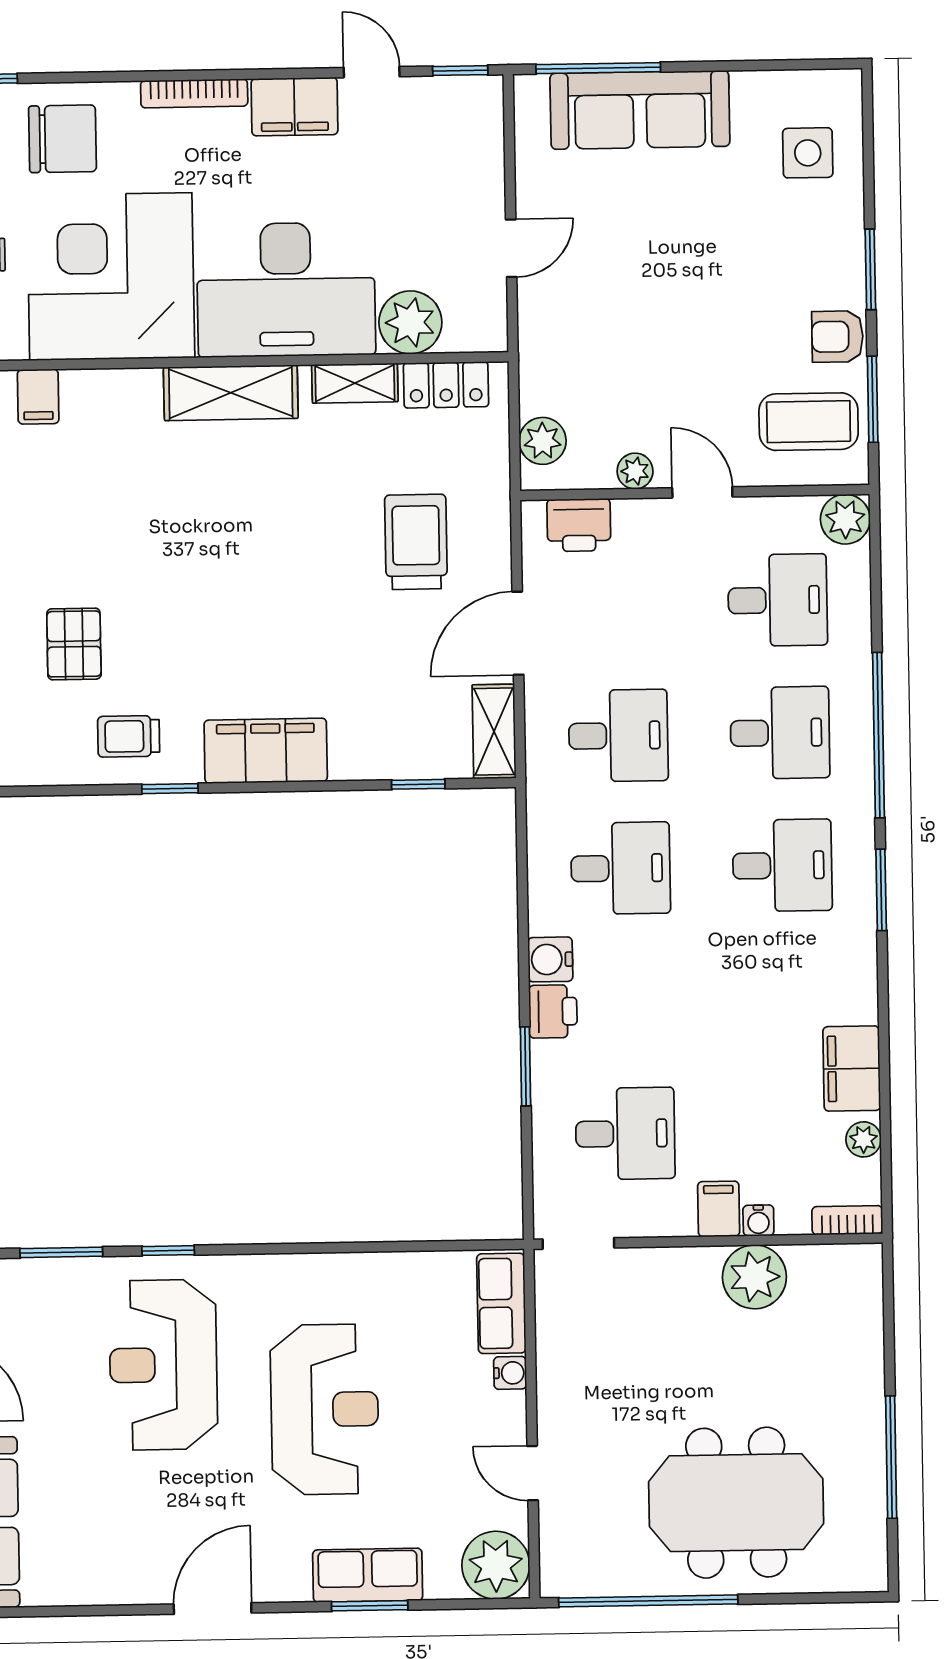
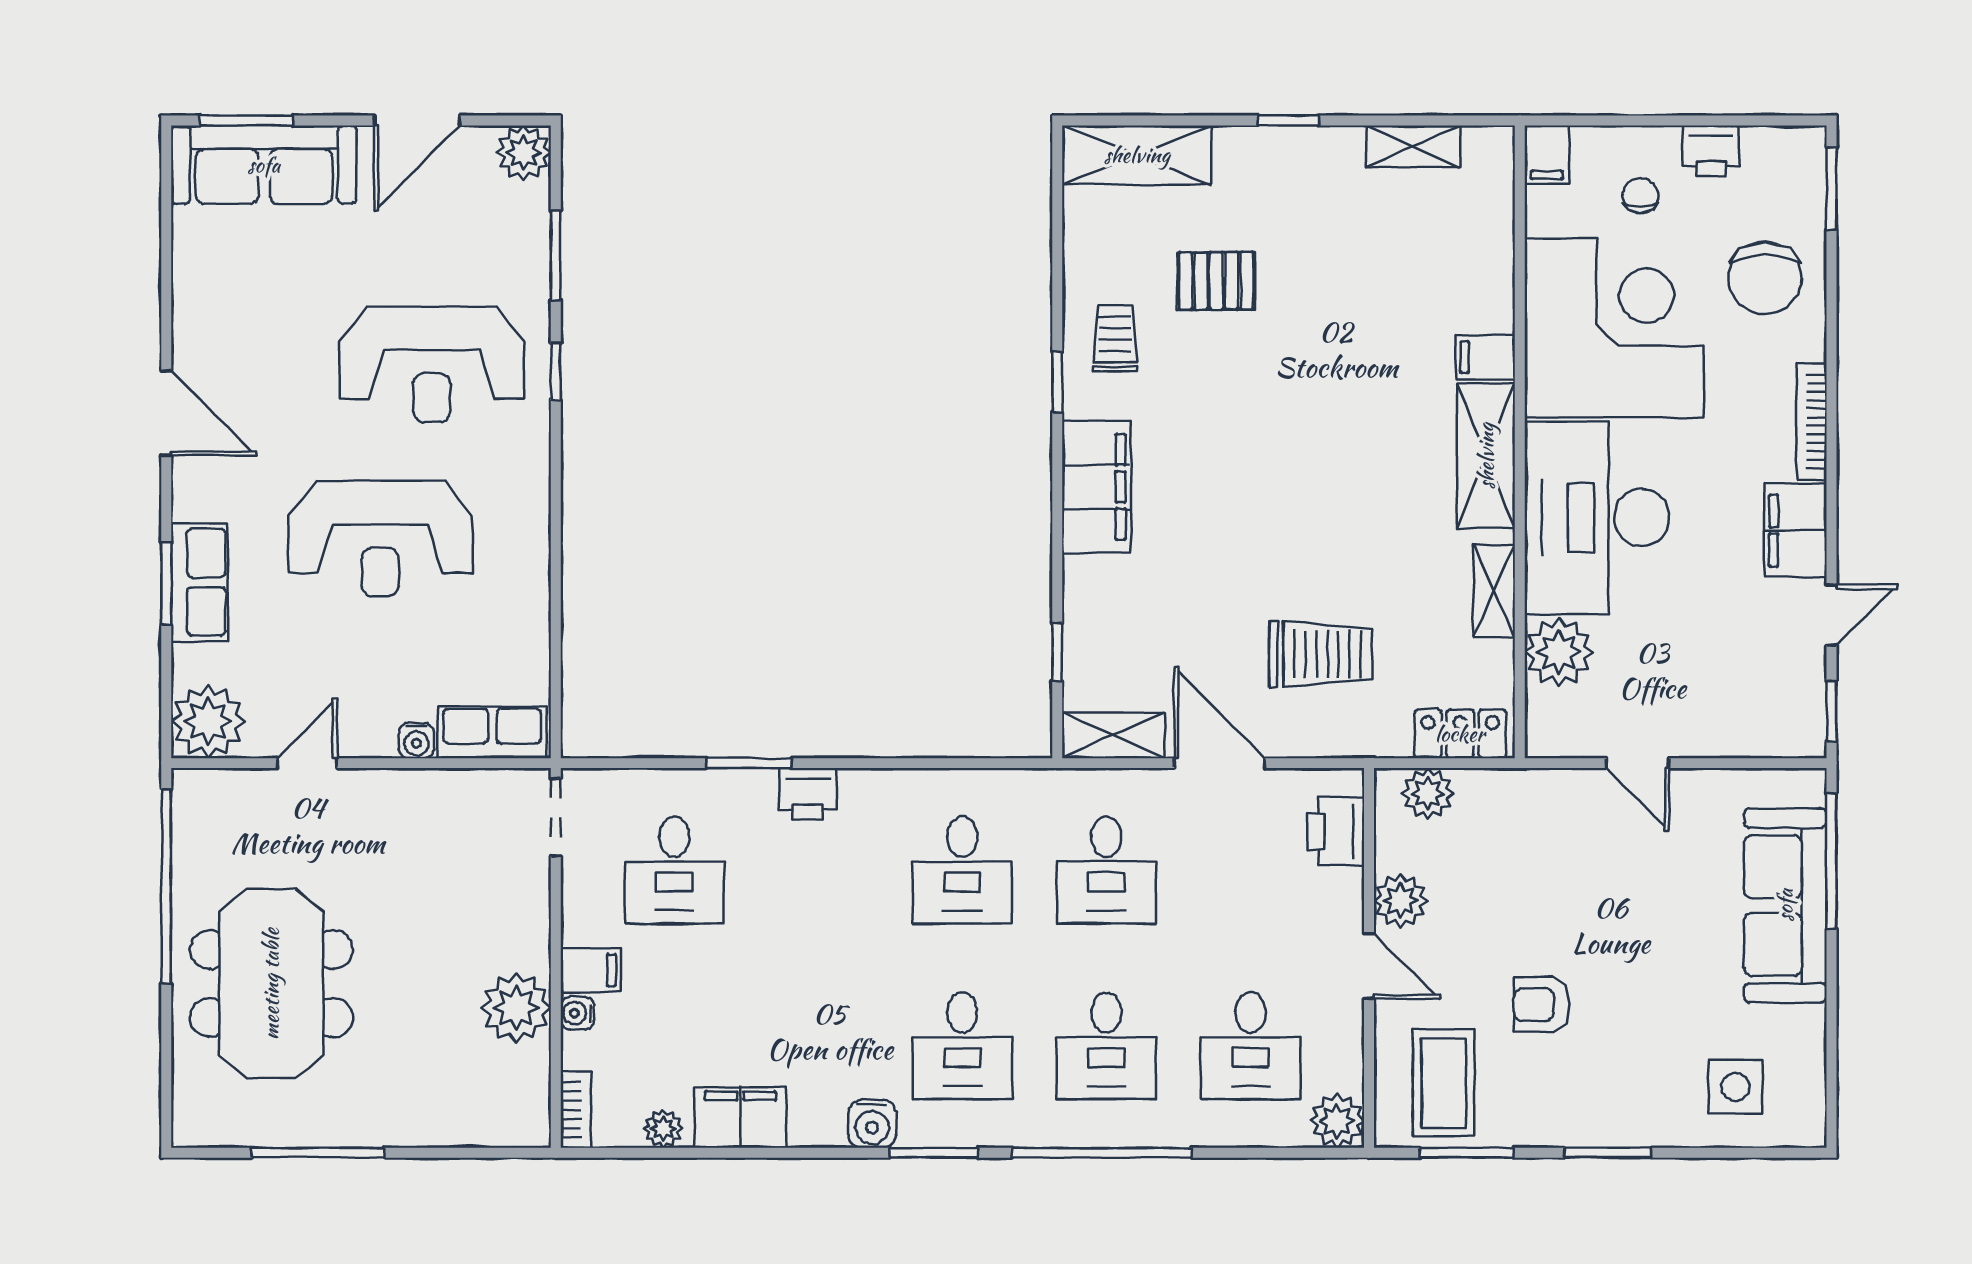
armchair: (837, 337) -> (1542, 1005), moved, turned -90
locker: (446, 385) -> (1460, 734), moved, turned 90
filing cabinet: (38, 397) -> (1485, 357), moved
plant: (635, 471) -> (1401, 901), width x1.38, depth x1.38
door: (702, 492) -> (1369, 966), hinge flipped
water cooler: (550, 959) -> (872, 1124), moved, turned 180
reception desk: (163, 1365) -> (432, 364), turned 180

